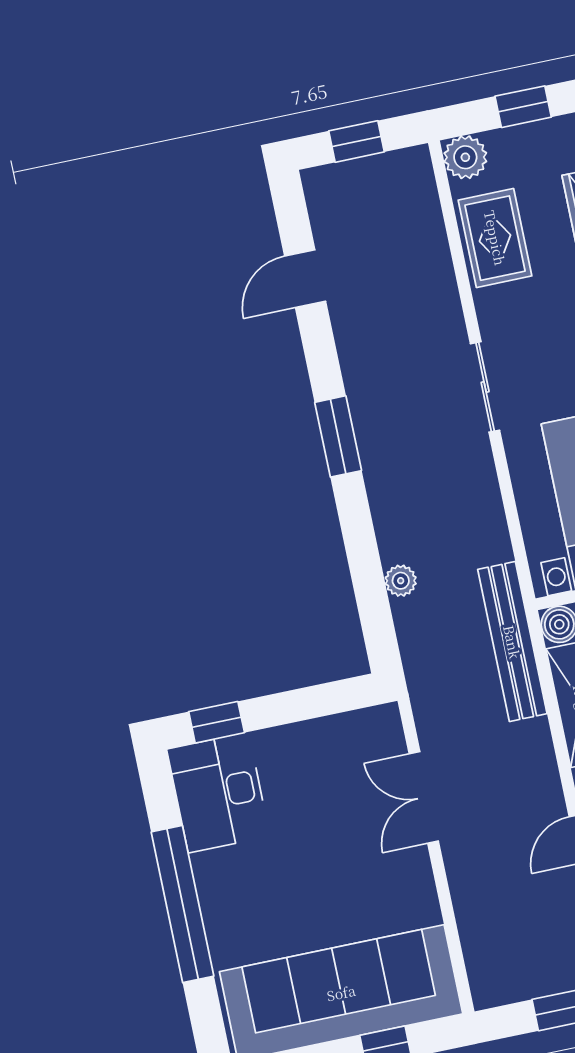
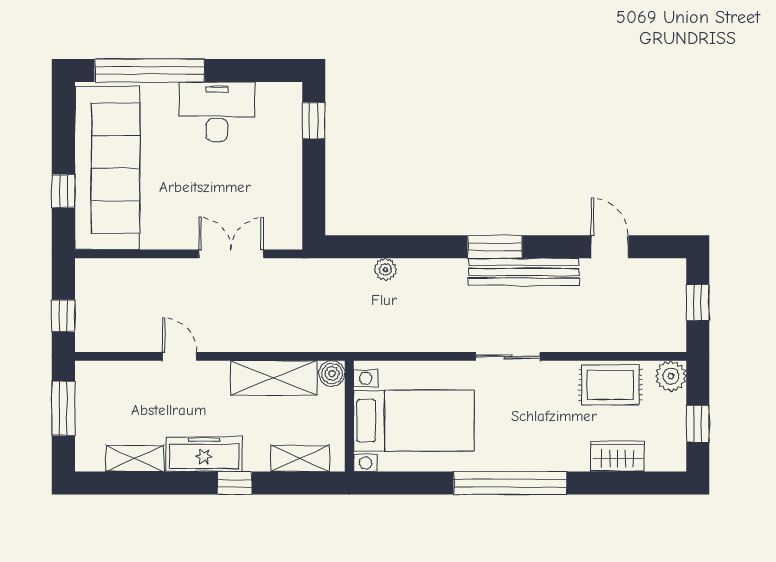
bench: (512, 642) -> (524, 272), moved
desk: (218, 793) -> (217, 112), moved
window: (183, 904) -> (149, 71), moved

